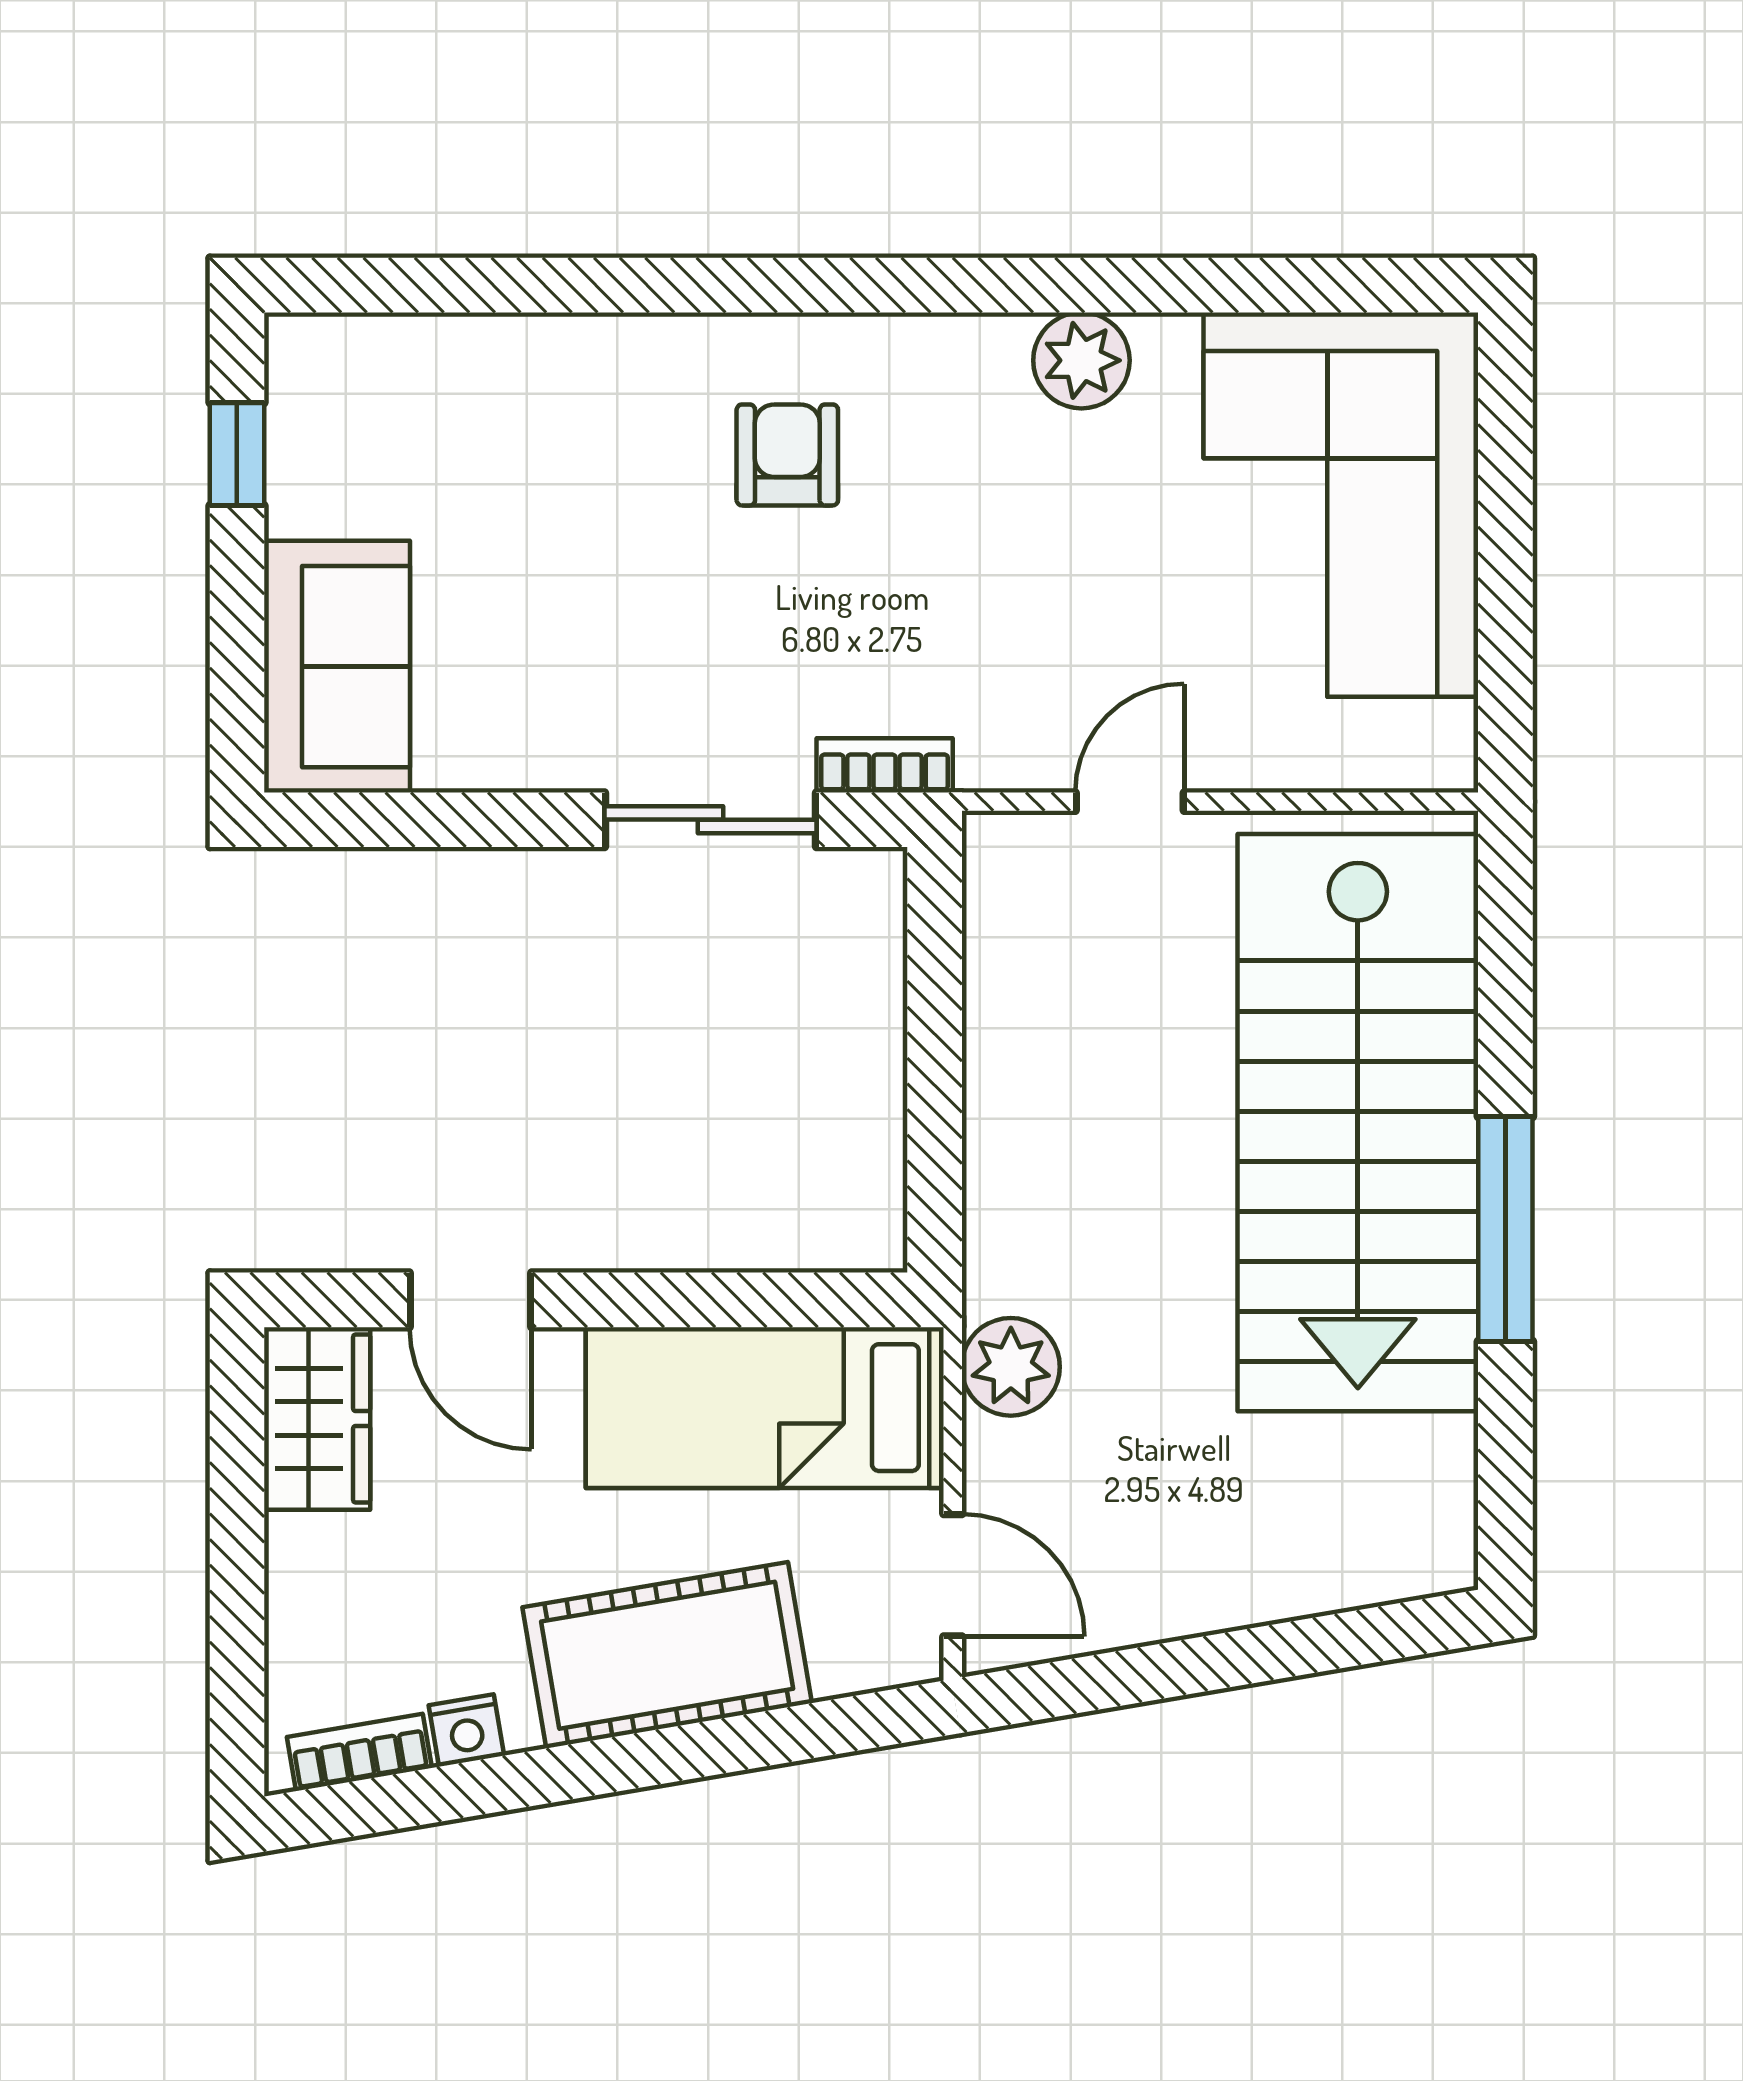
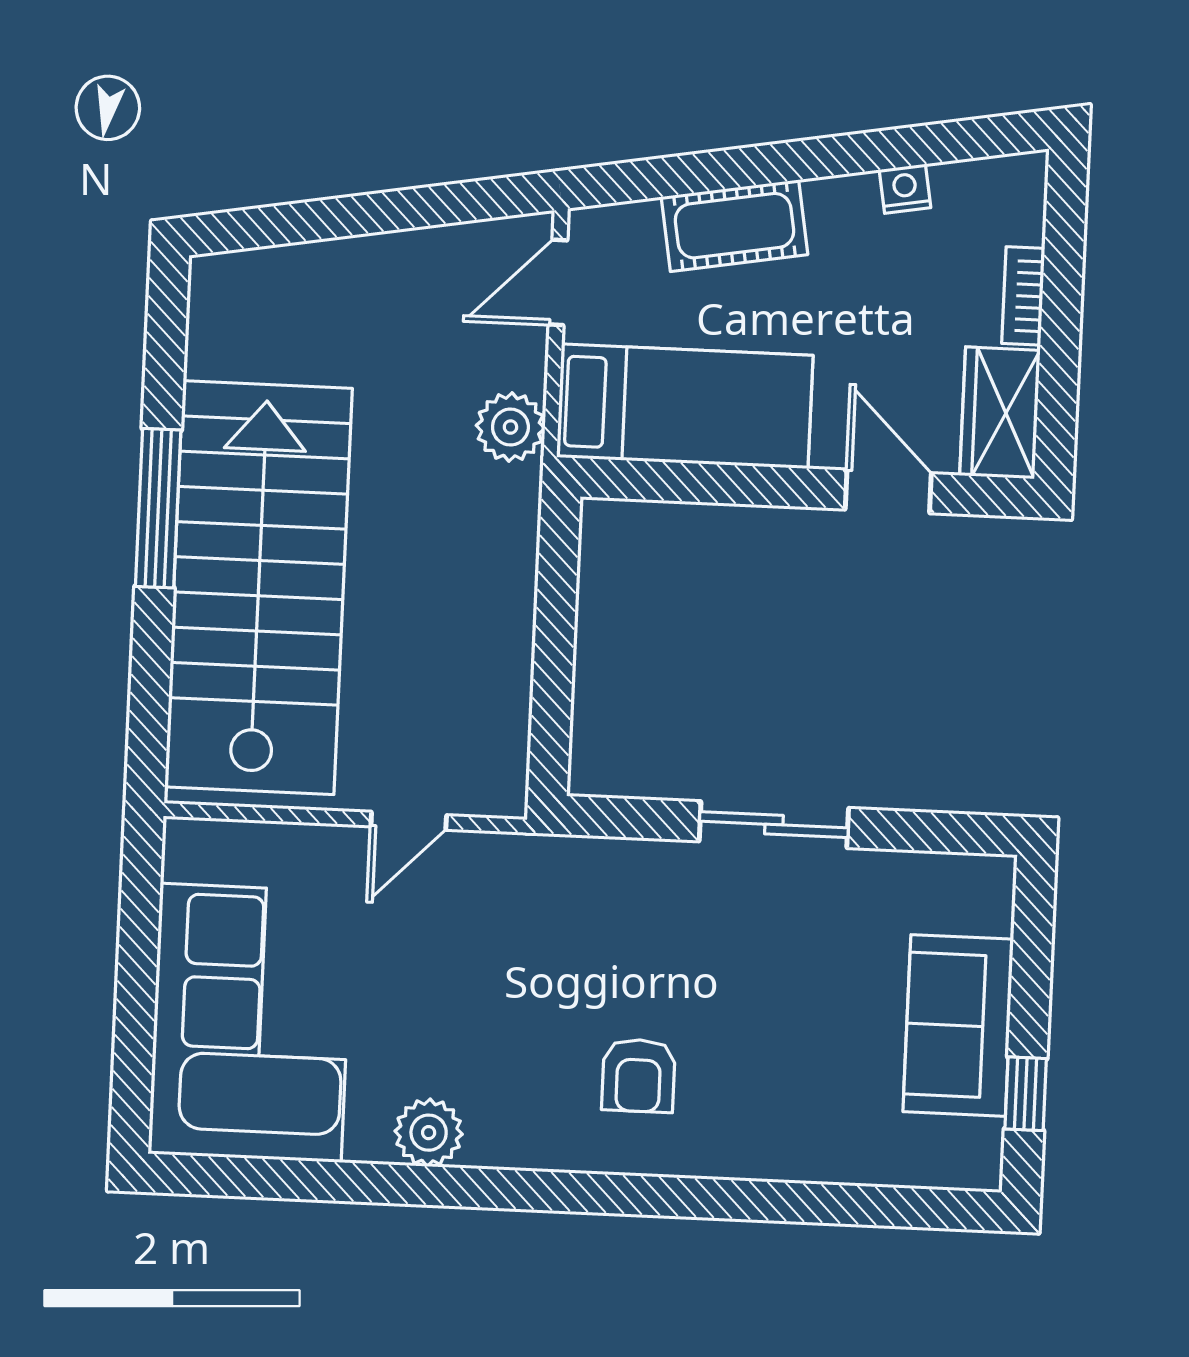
sofa: (337, 667) -> (958, 1025), moved
bookcase: (885, 765) -> (580, 854), removed
sliding door: (710, 820) -> (774, 825), moved
door: (953, 1575) -> (558, 282), hinge flipped
cot: (667, 1655) -> (734, 226), width x0.73, depth x0.75
bookcase: (359, 1752) -> (1023, 296), moved, turned 100

